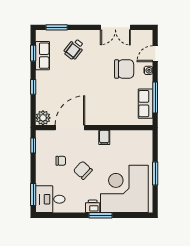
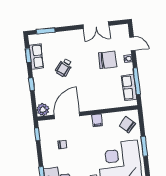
wheelchair: (74, 49) -> (64, 68), moved
door: (155, 54) -> (132, 44), swing flipped
chair: (83, 170) -> (127, 125), moved

